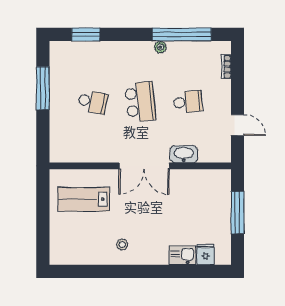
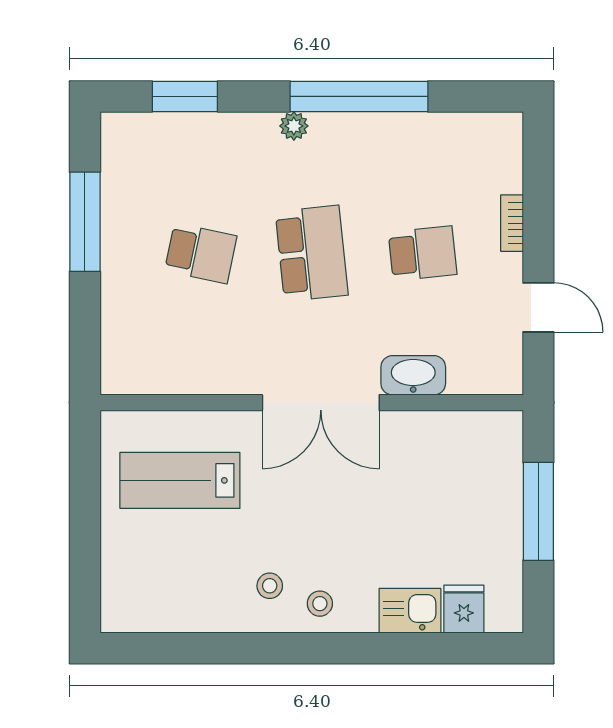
window: (182, 34) -> (359, 96), moved
plant: (160, 47) -> (294, 126), moved
bookcase: (226, 67) -> (512, 223), moved
stool: (144, 252) -> (320, 604), added

